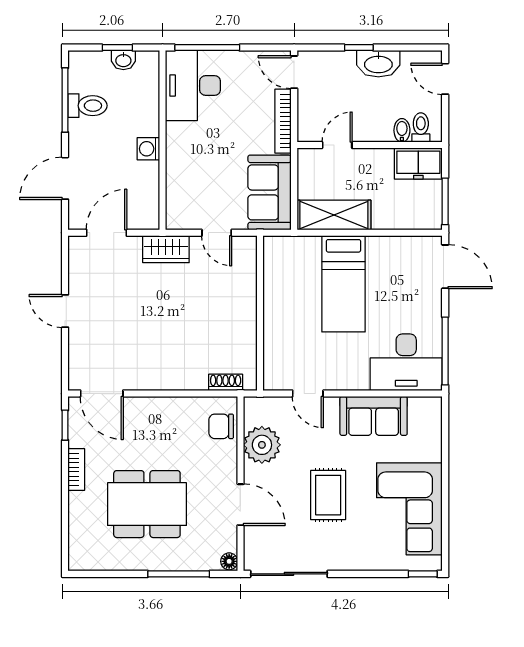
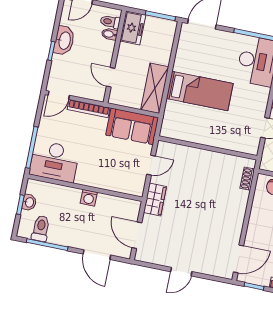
toilet: (88, 106) -> (41, 228), moved

